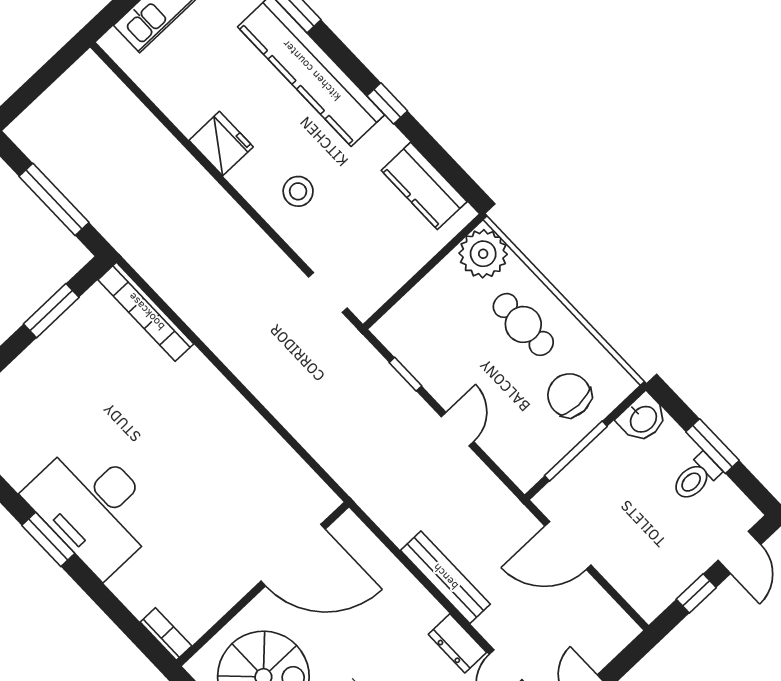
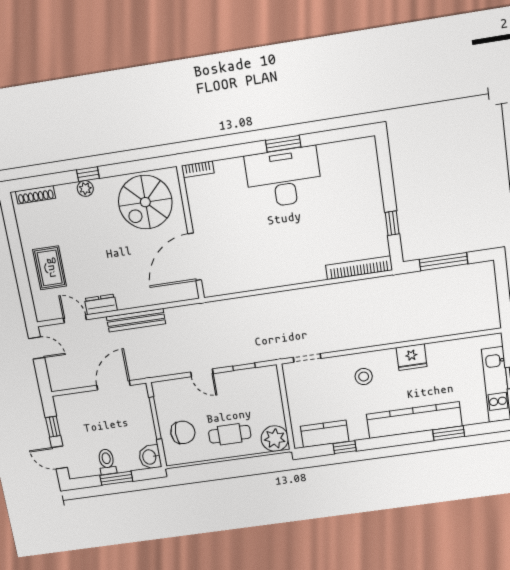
window: (387, 103) -> (345, 447), moved
window: (51, 311) -> (392, 223), width x0.67

